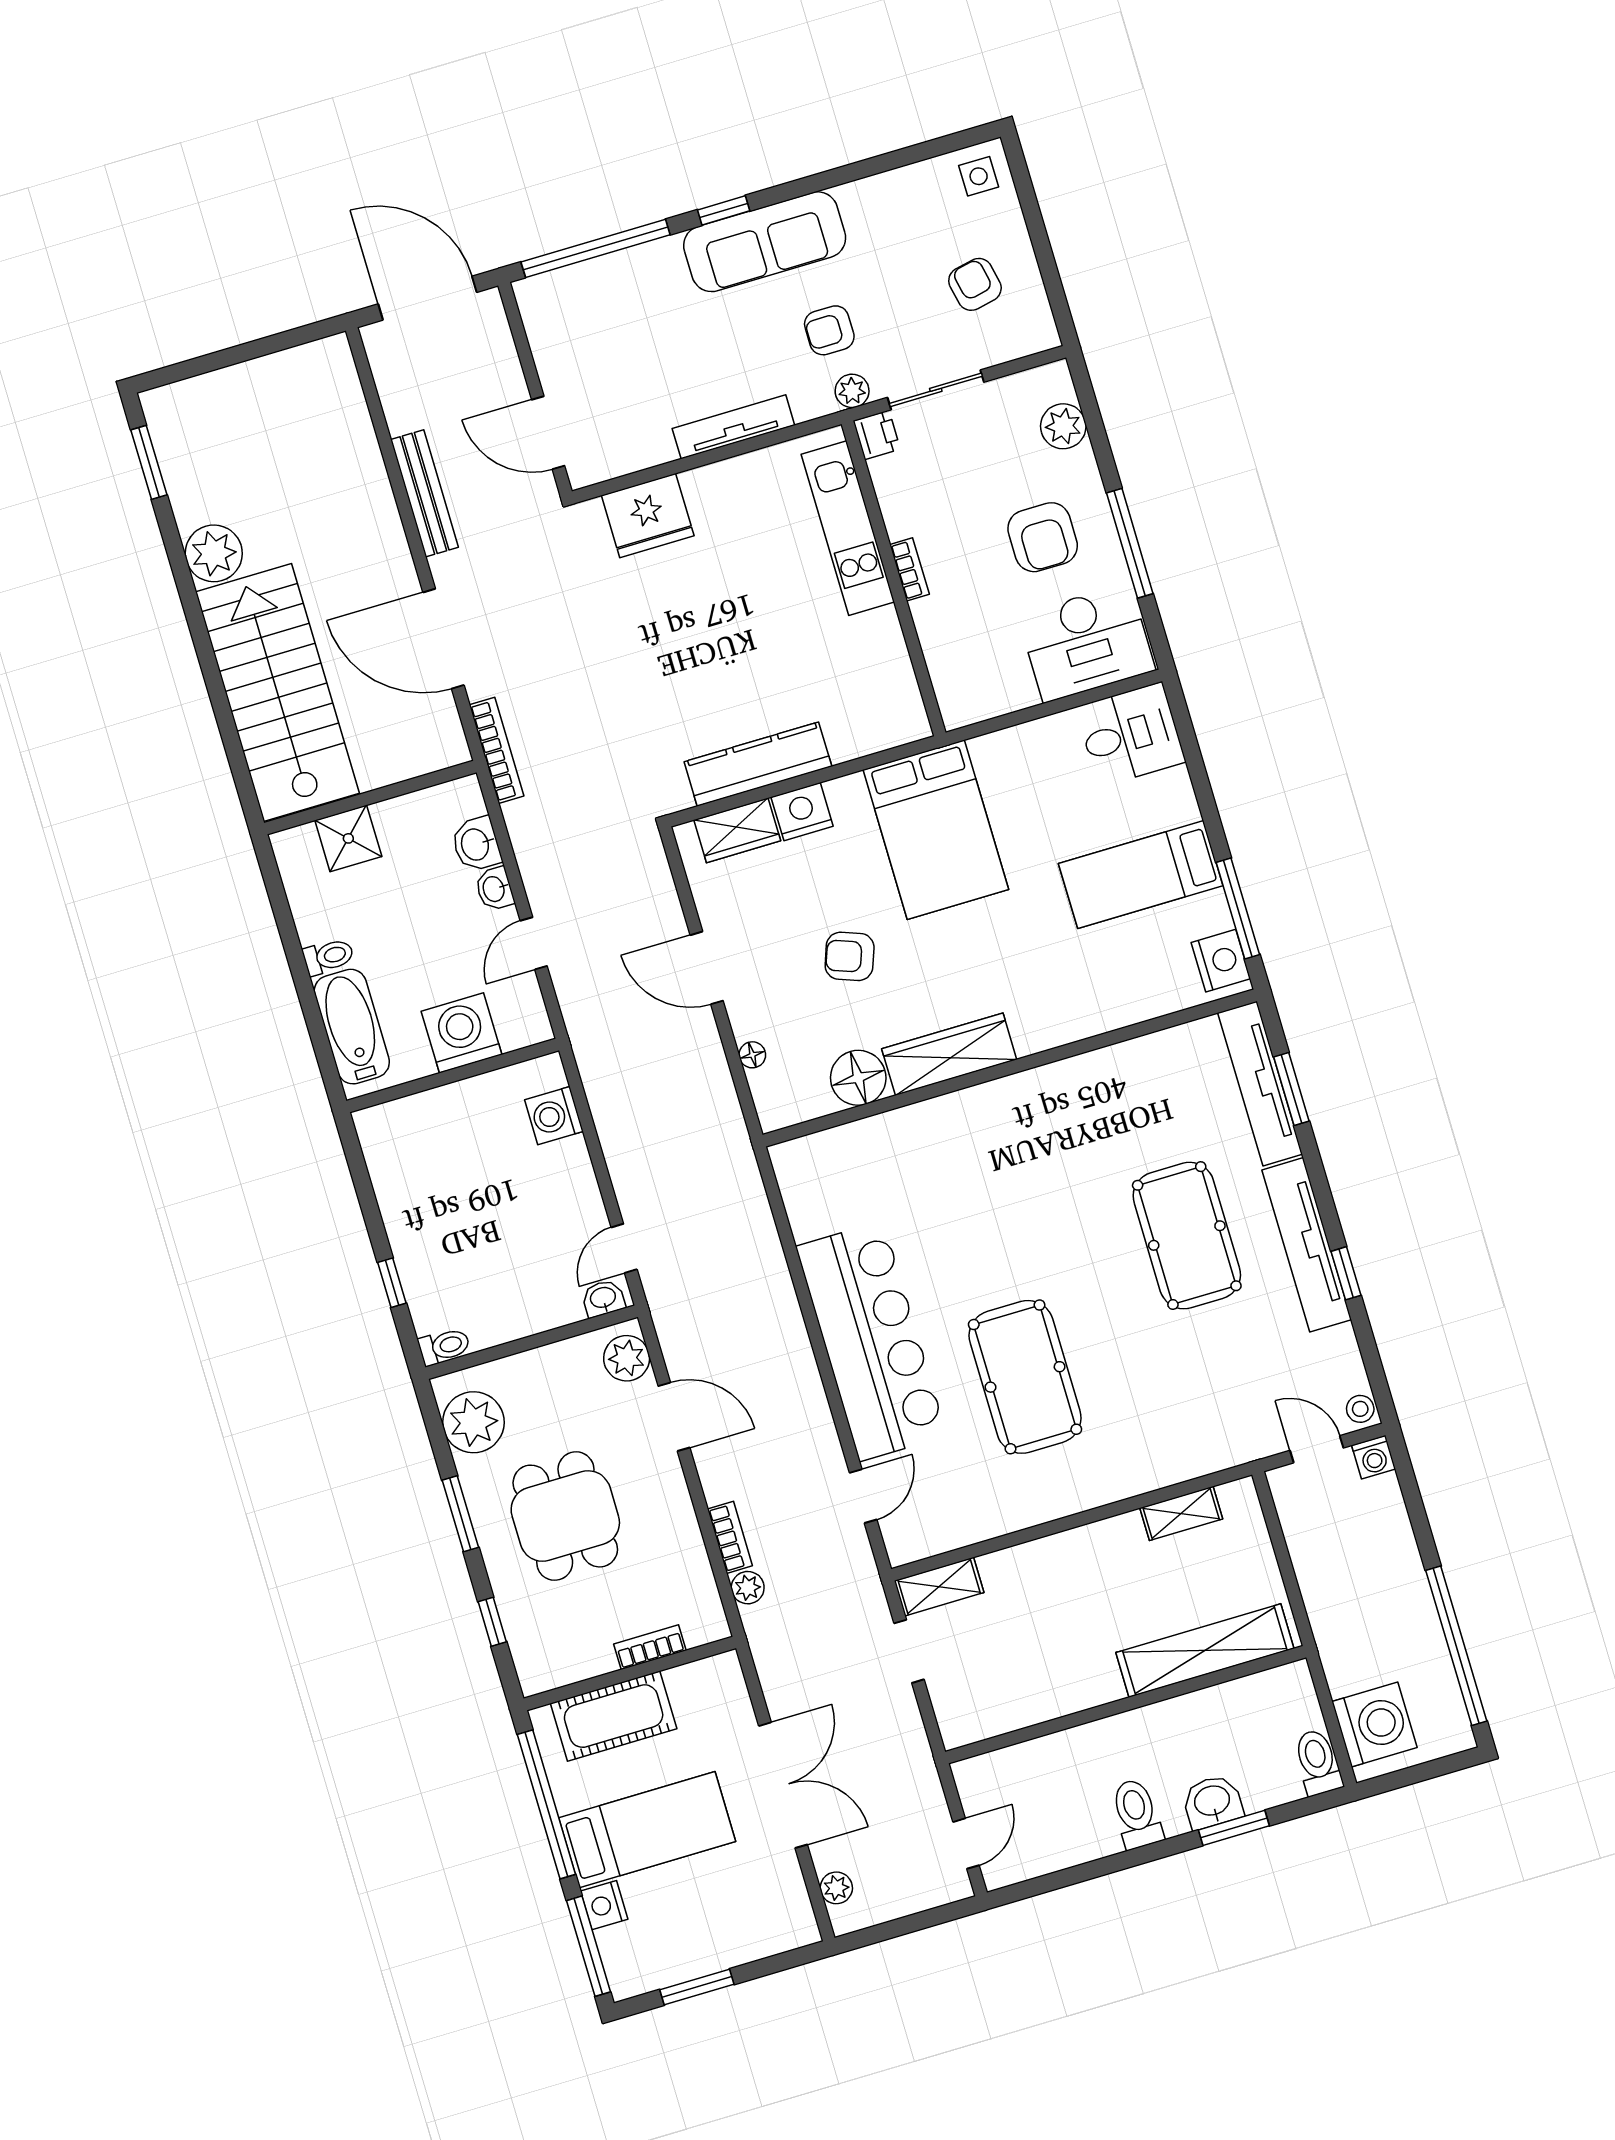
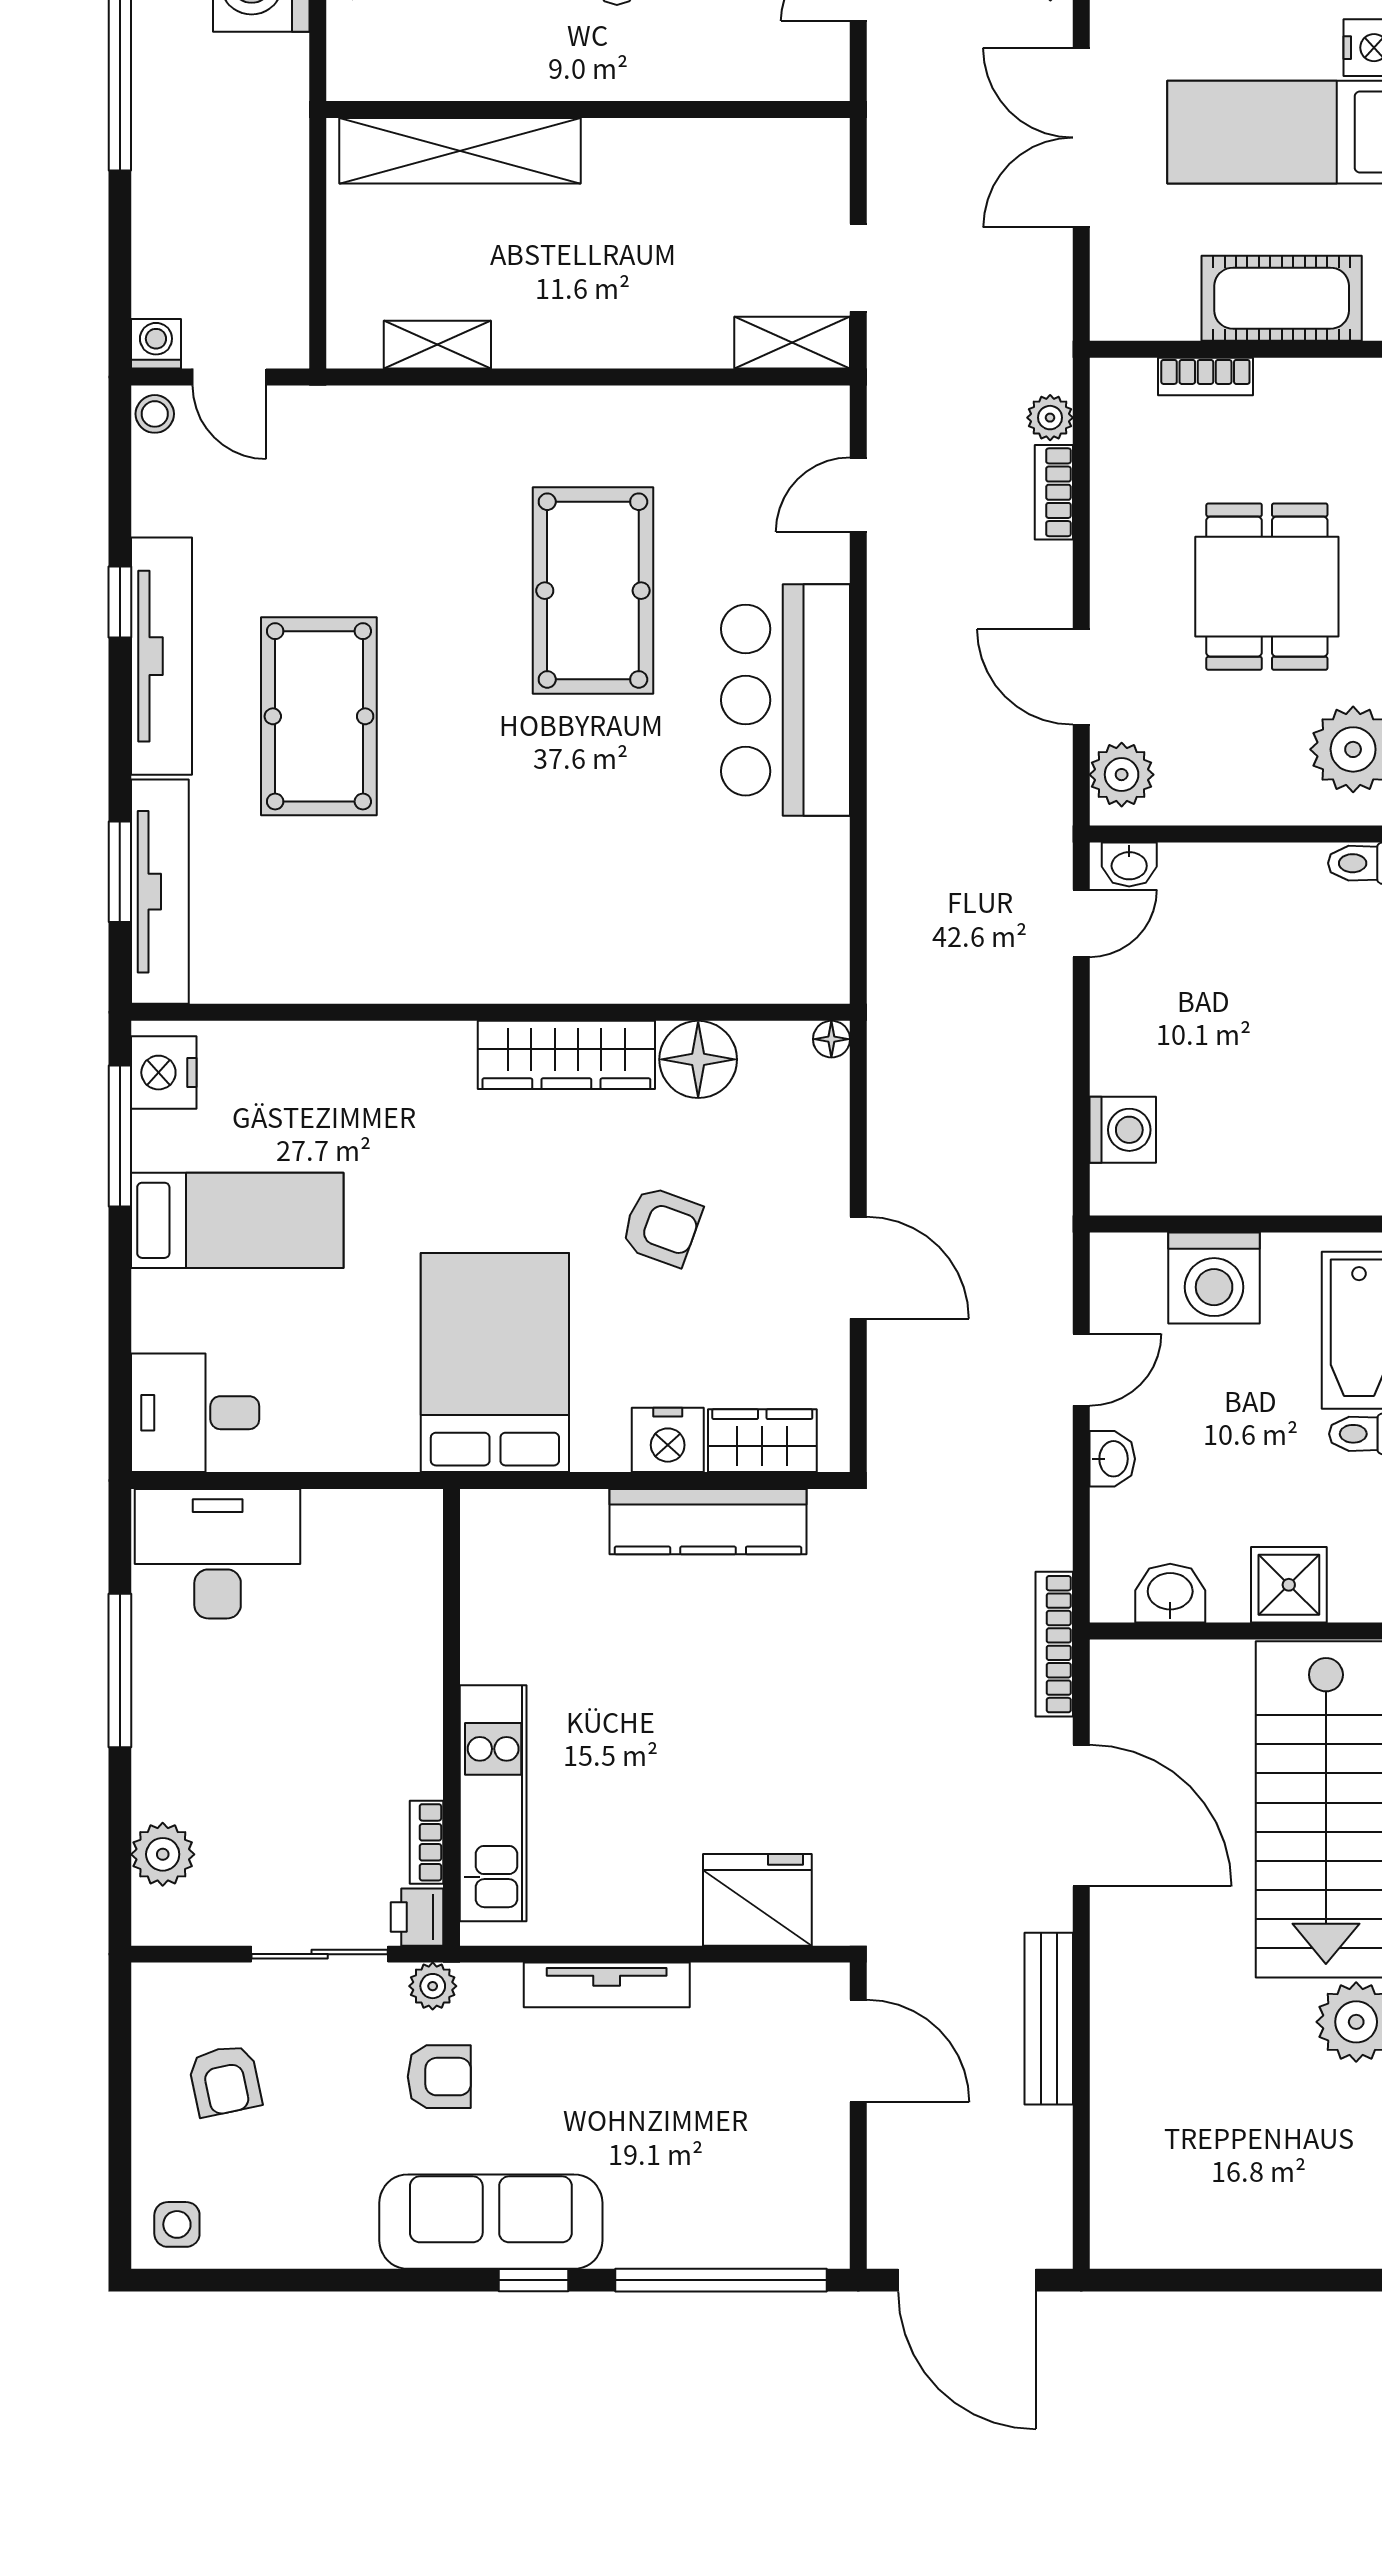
armchair: (1043, 537) -> (235, 1713), removed
bookcase: (910, 569) -> (426, 1842), moved
washbasin: (476, 844) -> (1170, 1593), moved, turned -90
floor lamp: (752, 1055) -> (831, 1039), moved
bar counter: (871, 1341) -> (786, 700), width x0.73

